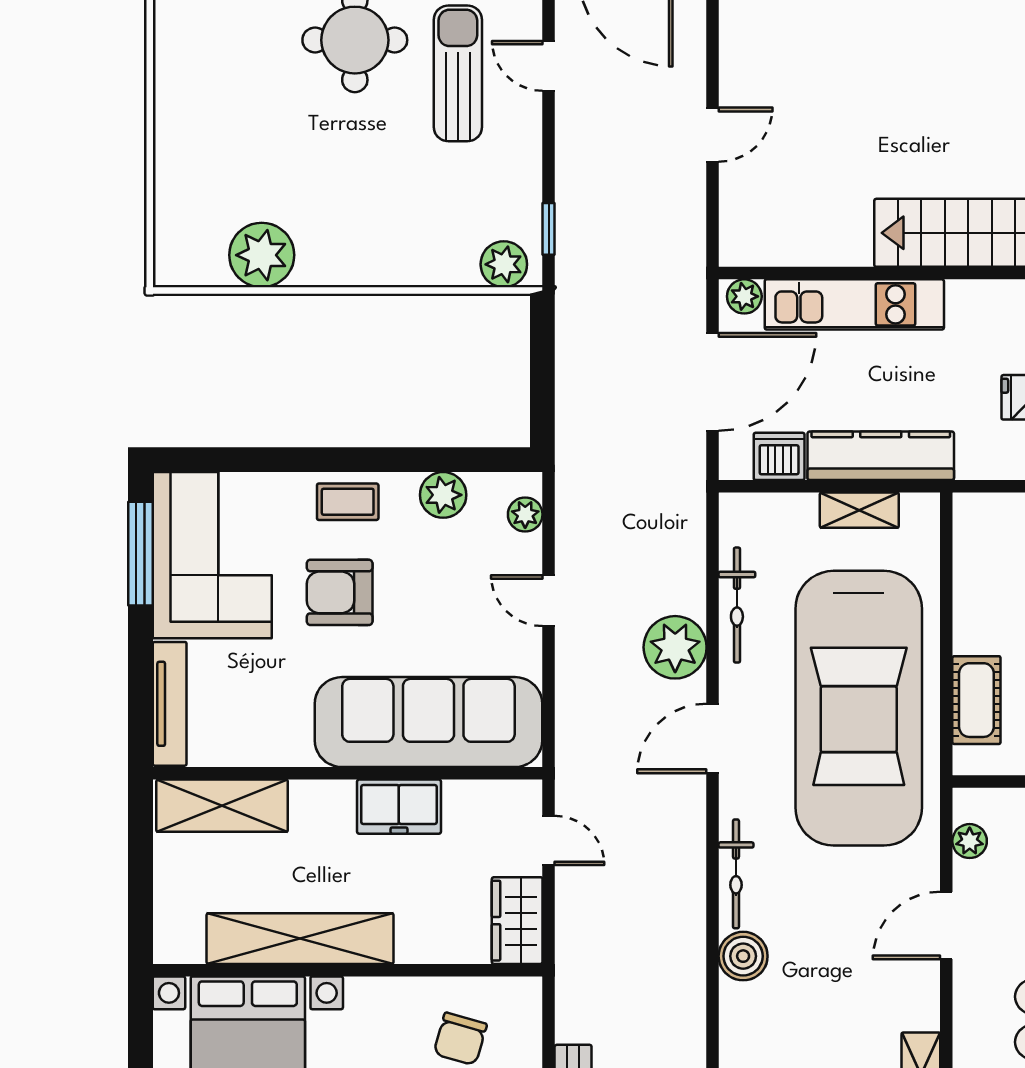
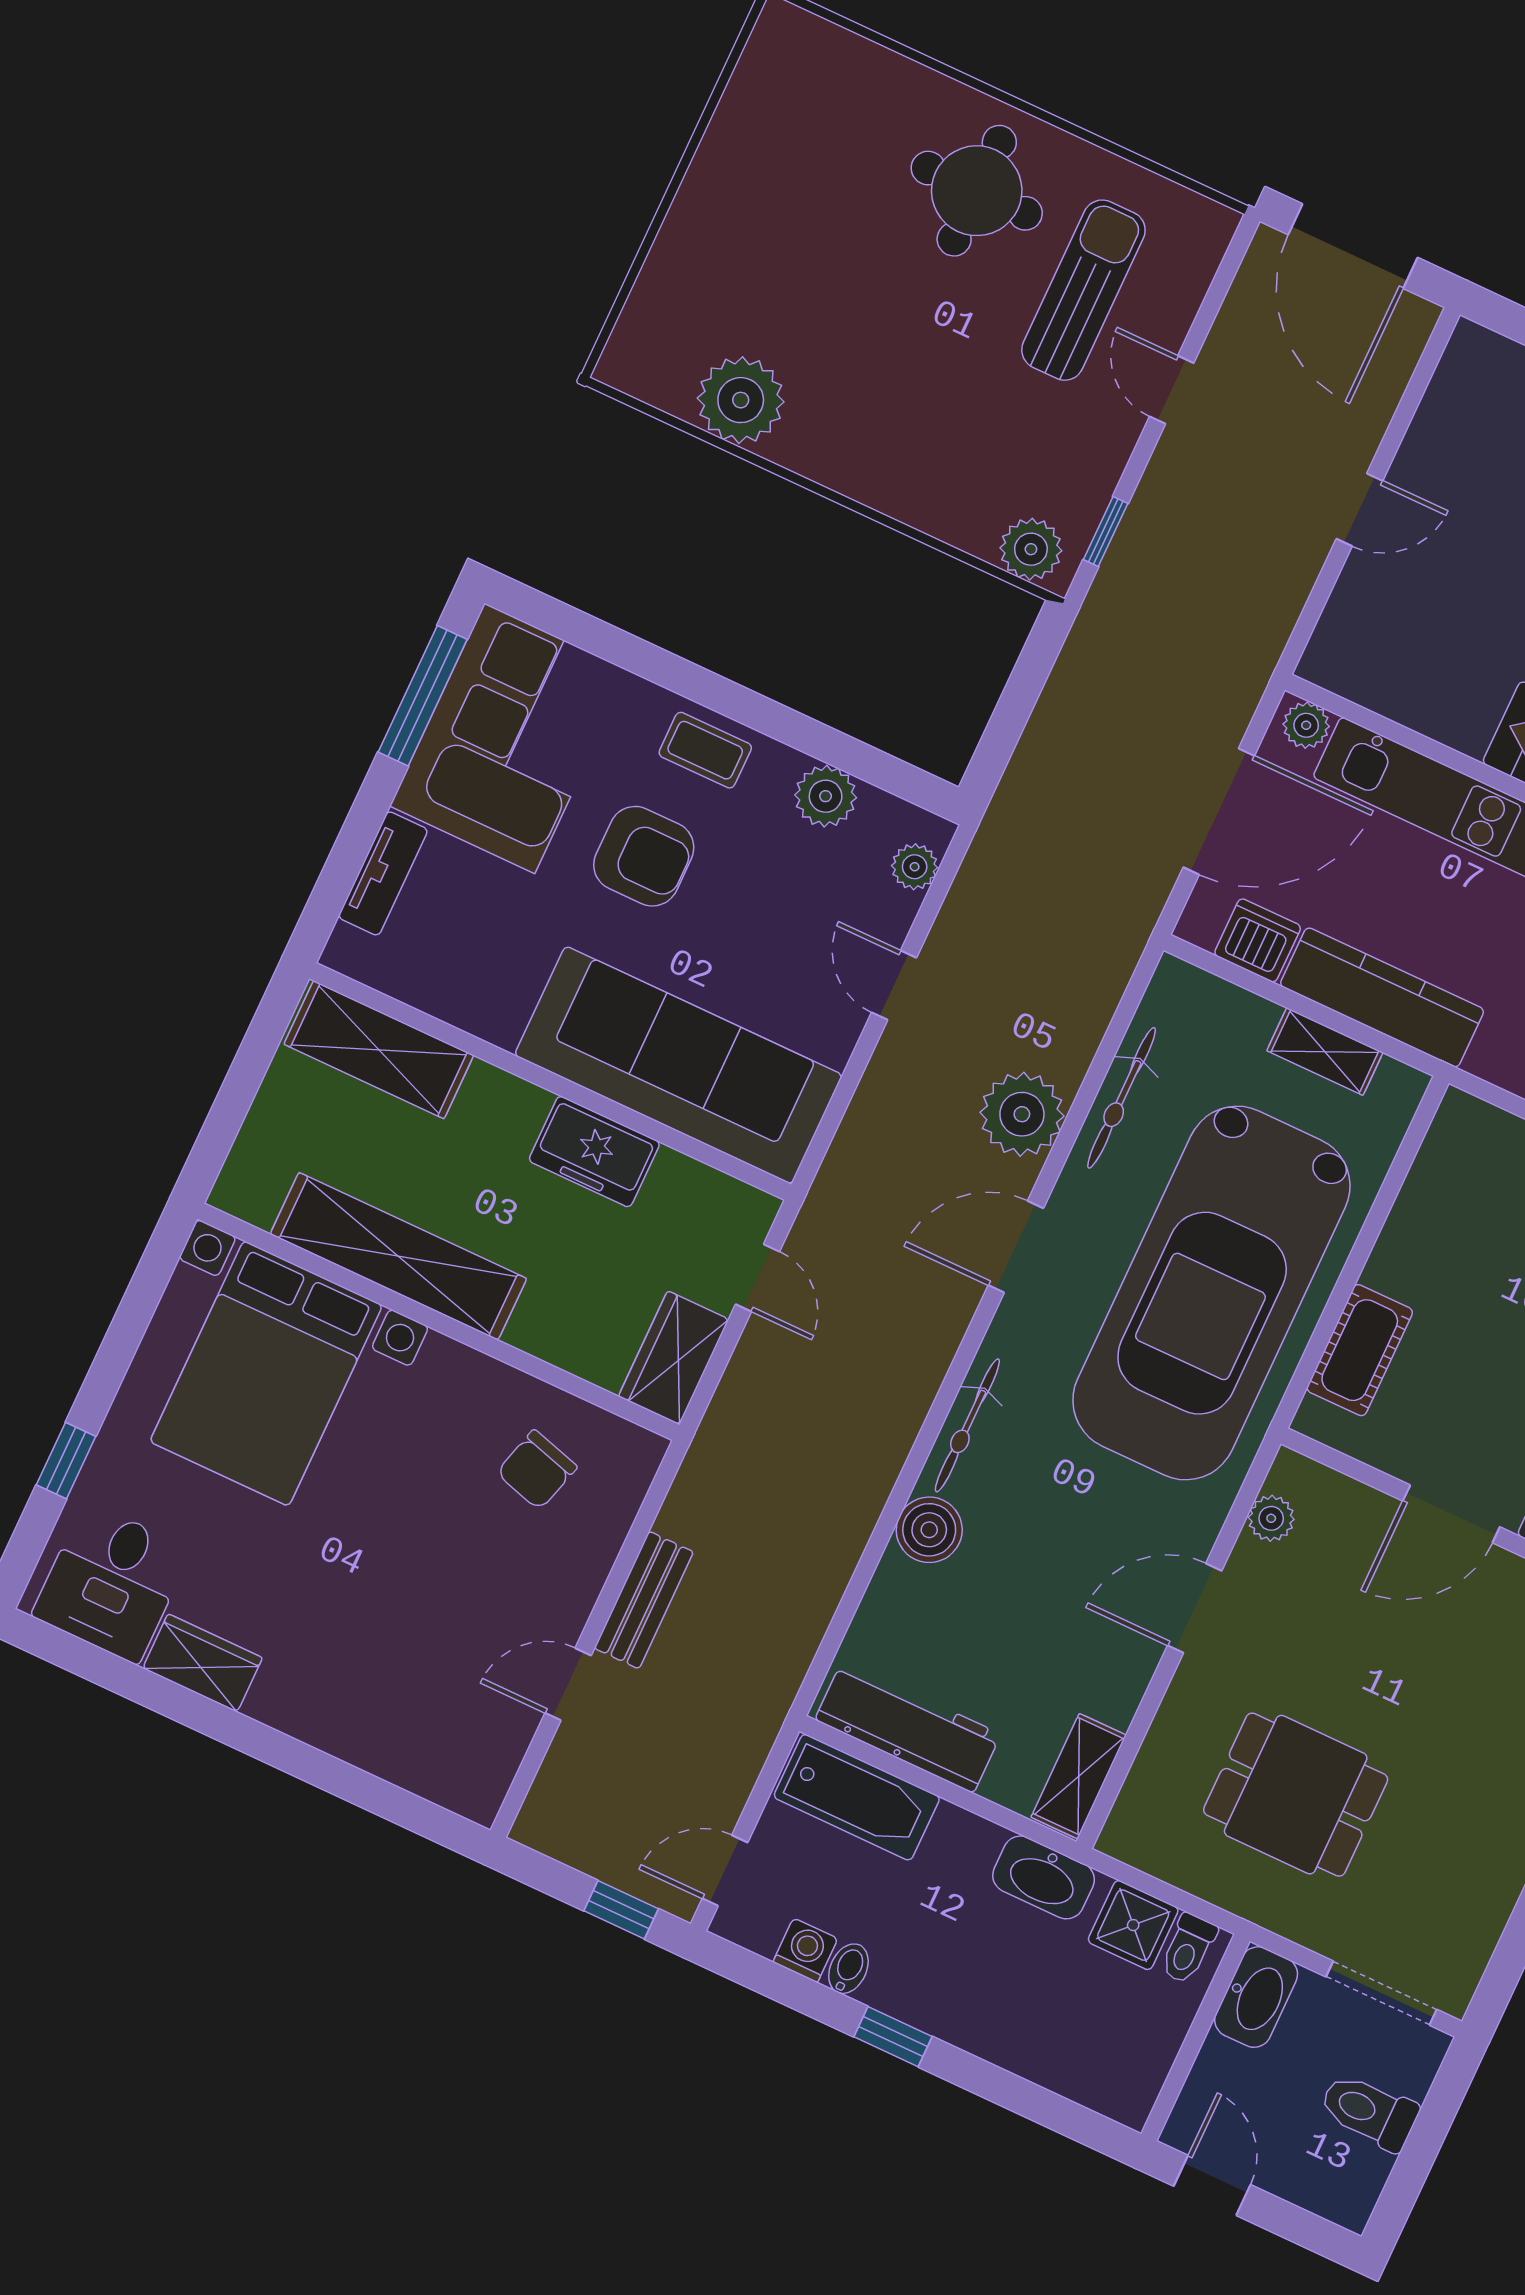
door: (549, 66) -> (1172, 390), moved
armchair: (340, 592) -> (644, 856), turned 180
tv unit: (170, 704) -> (383, 873), width x0.71

